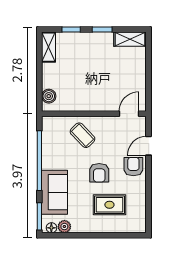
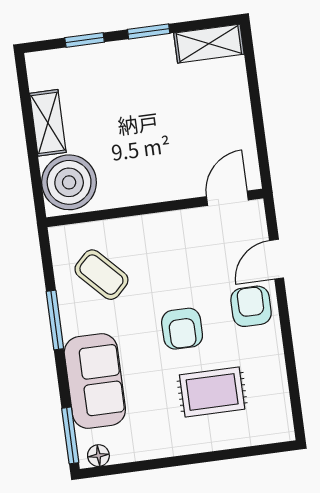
shelving: (49, 47) -> (48, 123), moved
boiler: (49, 96) -> (69, 182), width x1.86, depth x1.86
coffee table: (82, 135) -> (101, 275), moved
window: (39, 161) -> (55, 320), width x0.47
plant: (64, 227) -> (125, 449), removed

